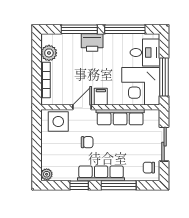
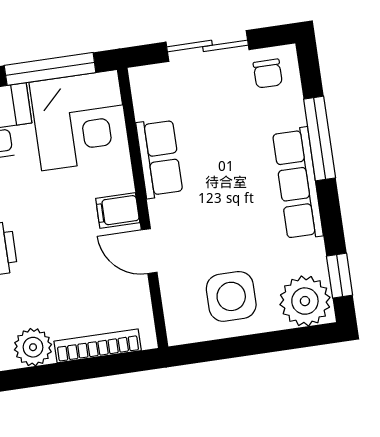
row of seats: (120, 117) -> (159, 158), width x0.68
side table: (58, 122) -> (231, 296), moved
chair: (87, 142) -> (229, 227), removed
plant: (47, 174) -> (305, 301), width x1.88, depth x1.88
window: (79, 185) -> (340, 276), moved

